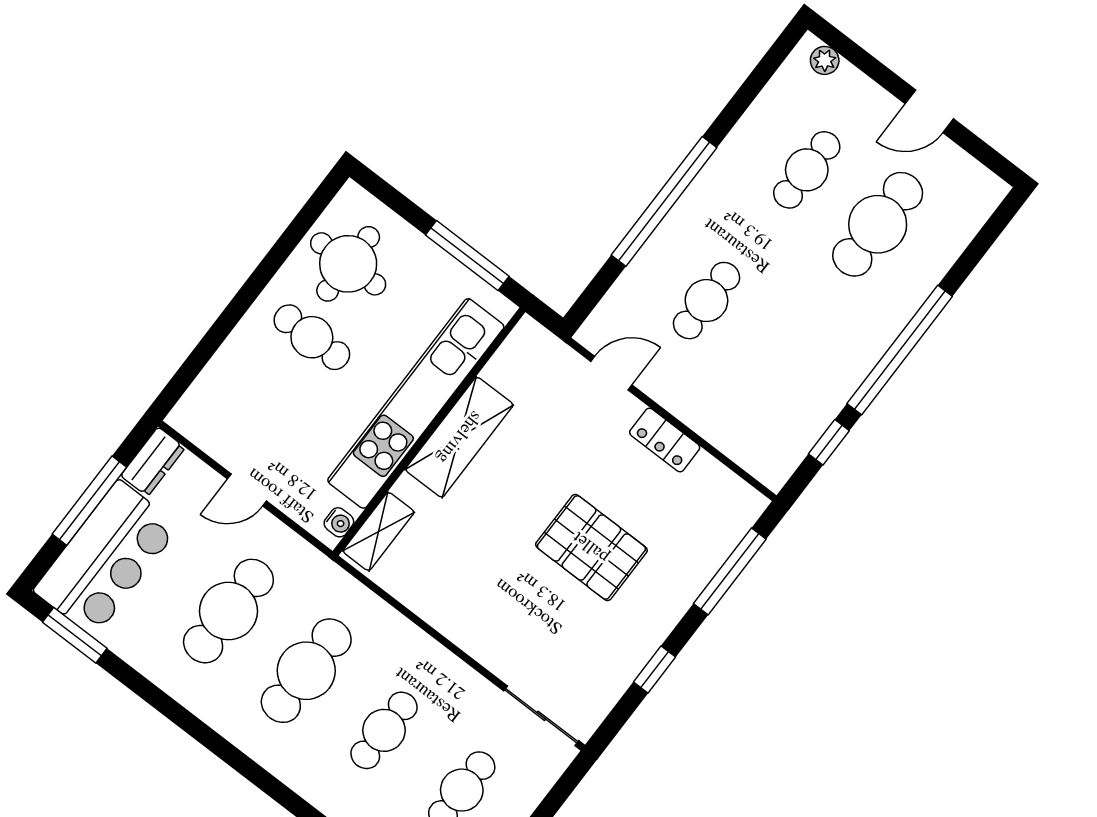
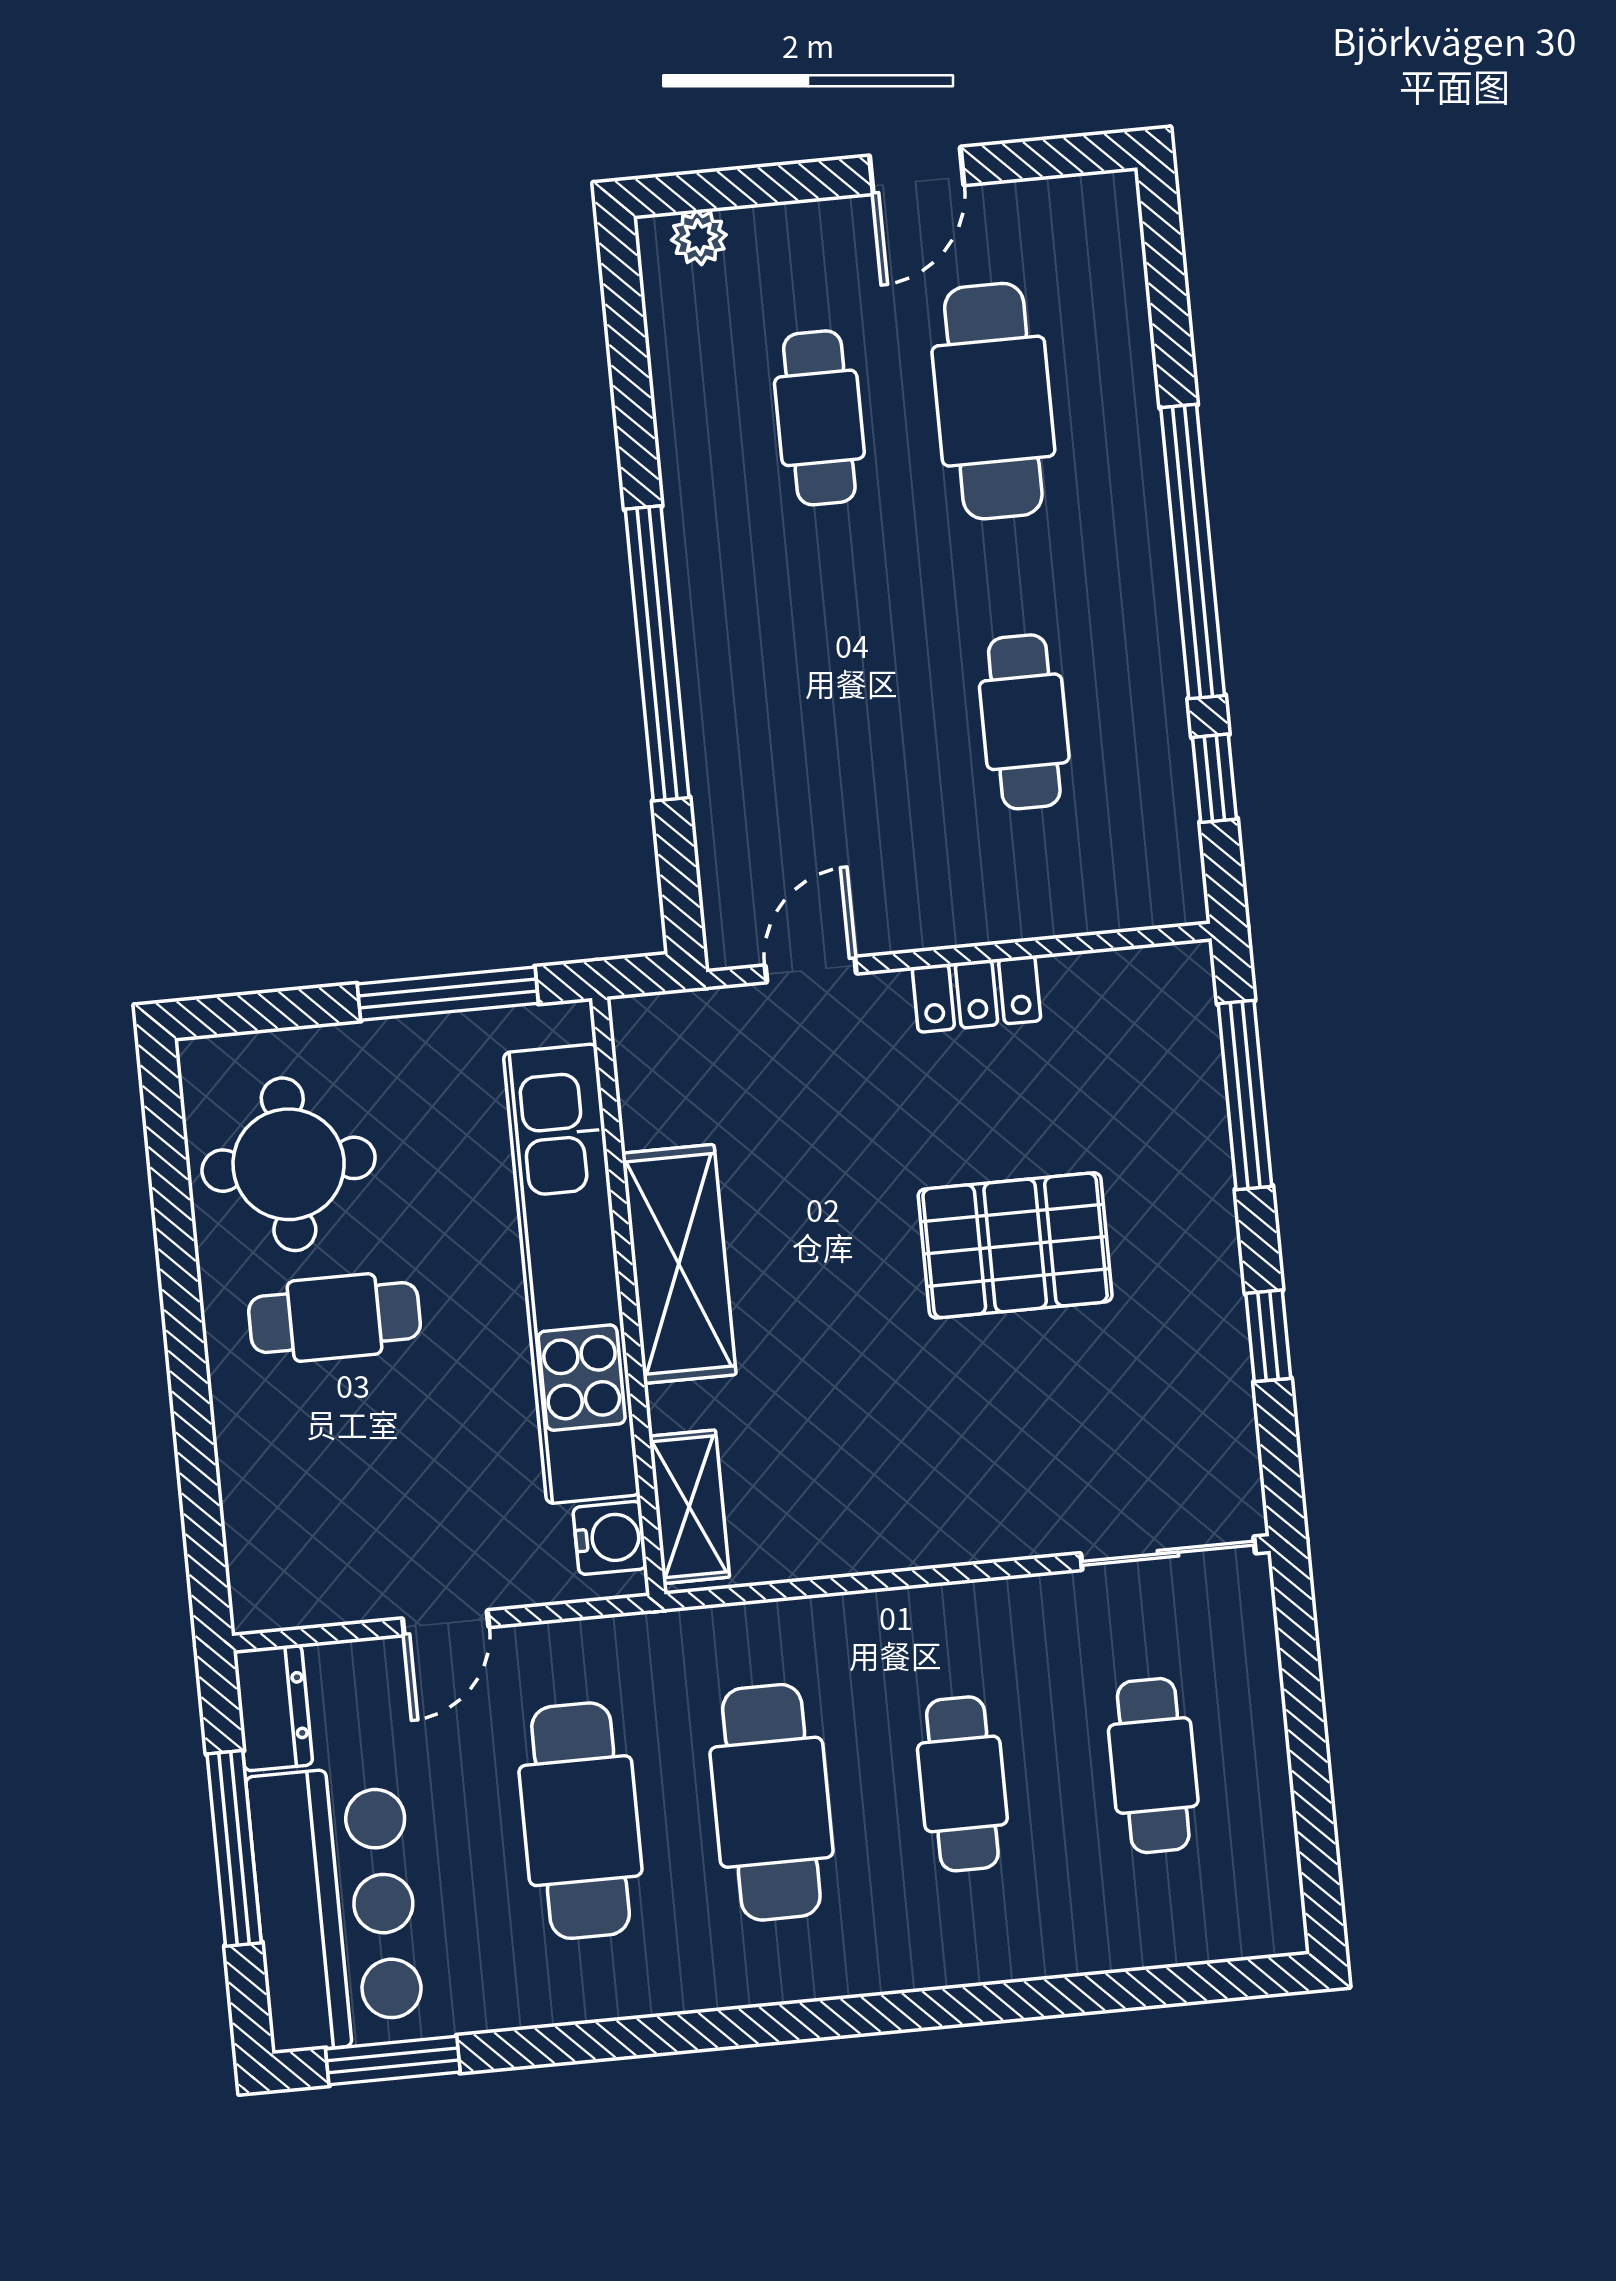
cafe table: (706, 301) -> (1024, 722), moved
water cooler: (339, 522) -> (610, 1538), width x1.38, depth x1.38

